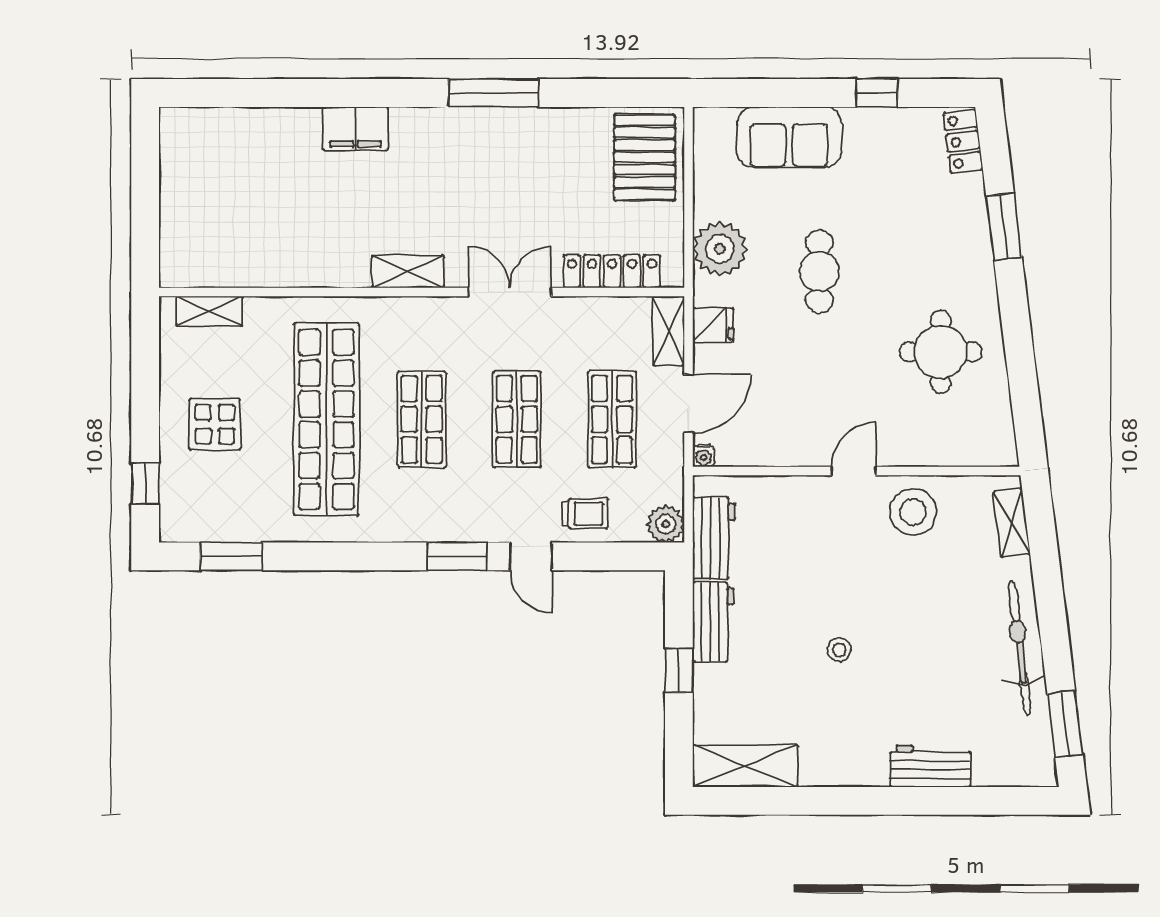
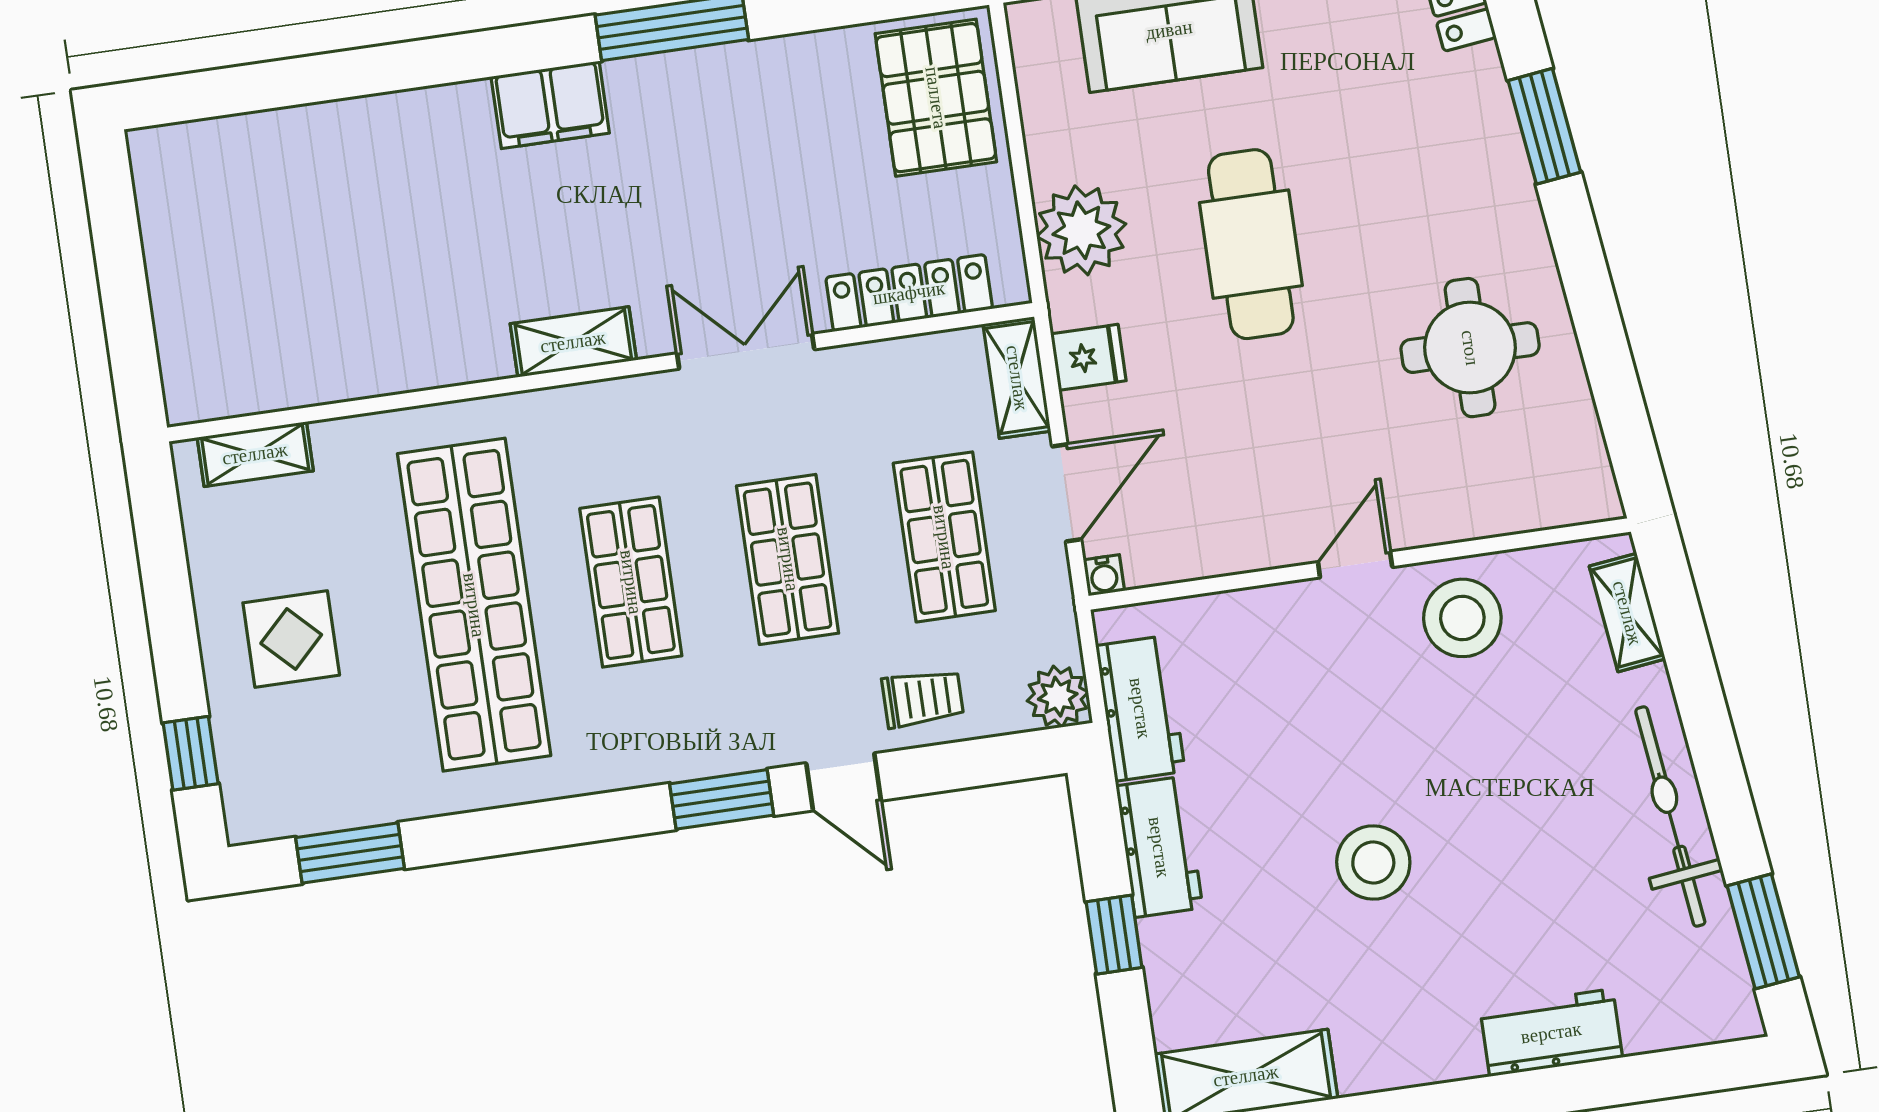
filing cabinet: (355, 129) -> (550, 105), moved
cafe table: (819, 272) -> (1251, 244), width x1.37, depth x1.35
stool: (839, 650) -> (1373, 862), width x1.89, depth x1.89

